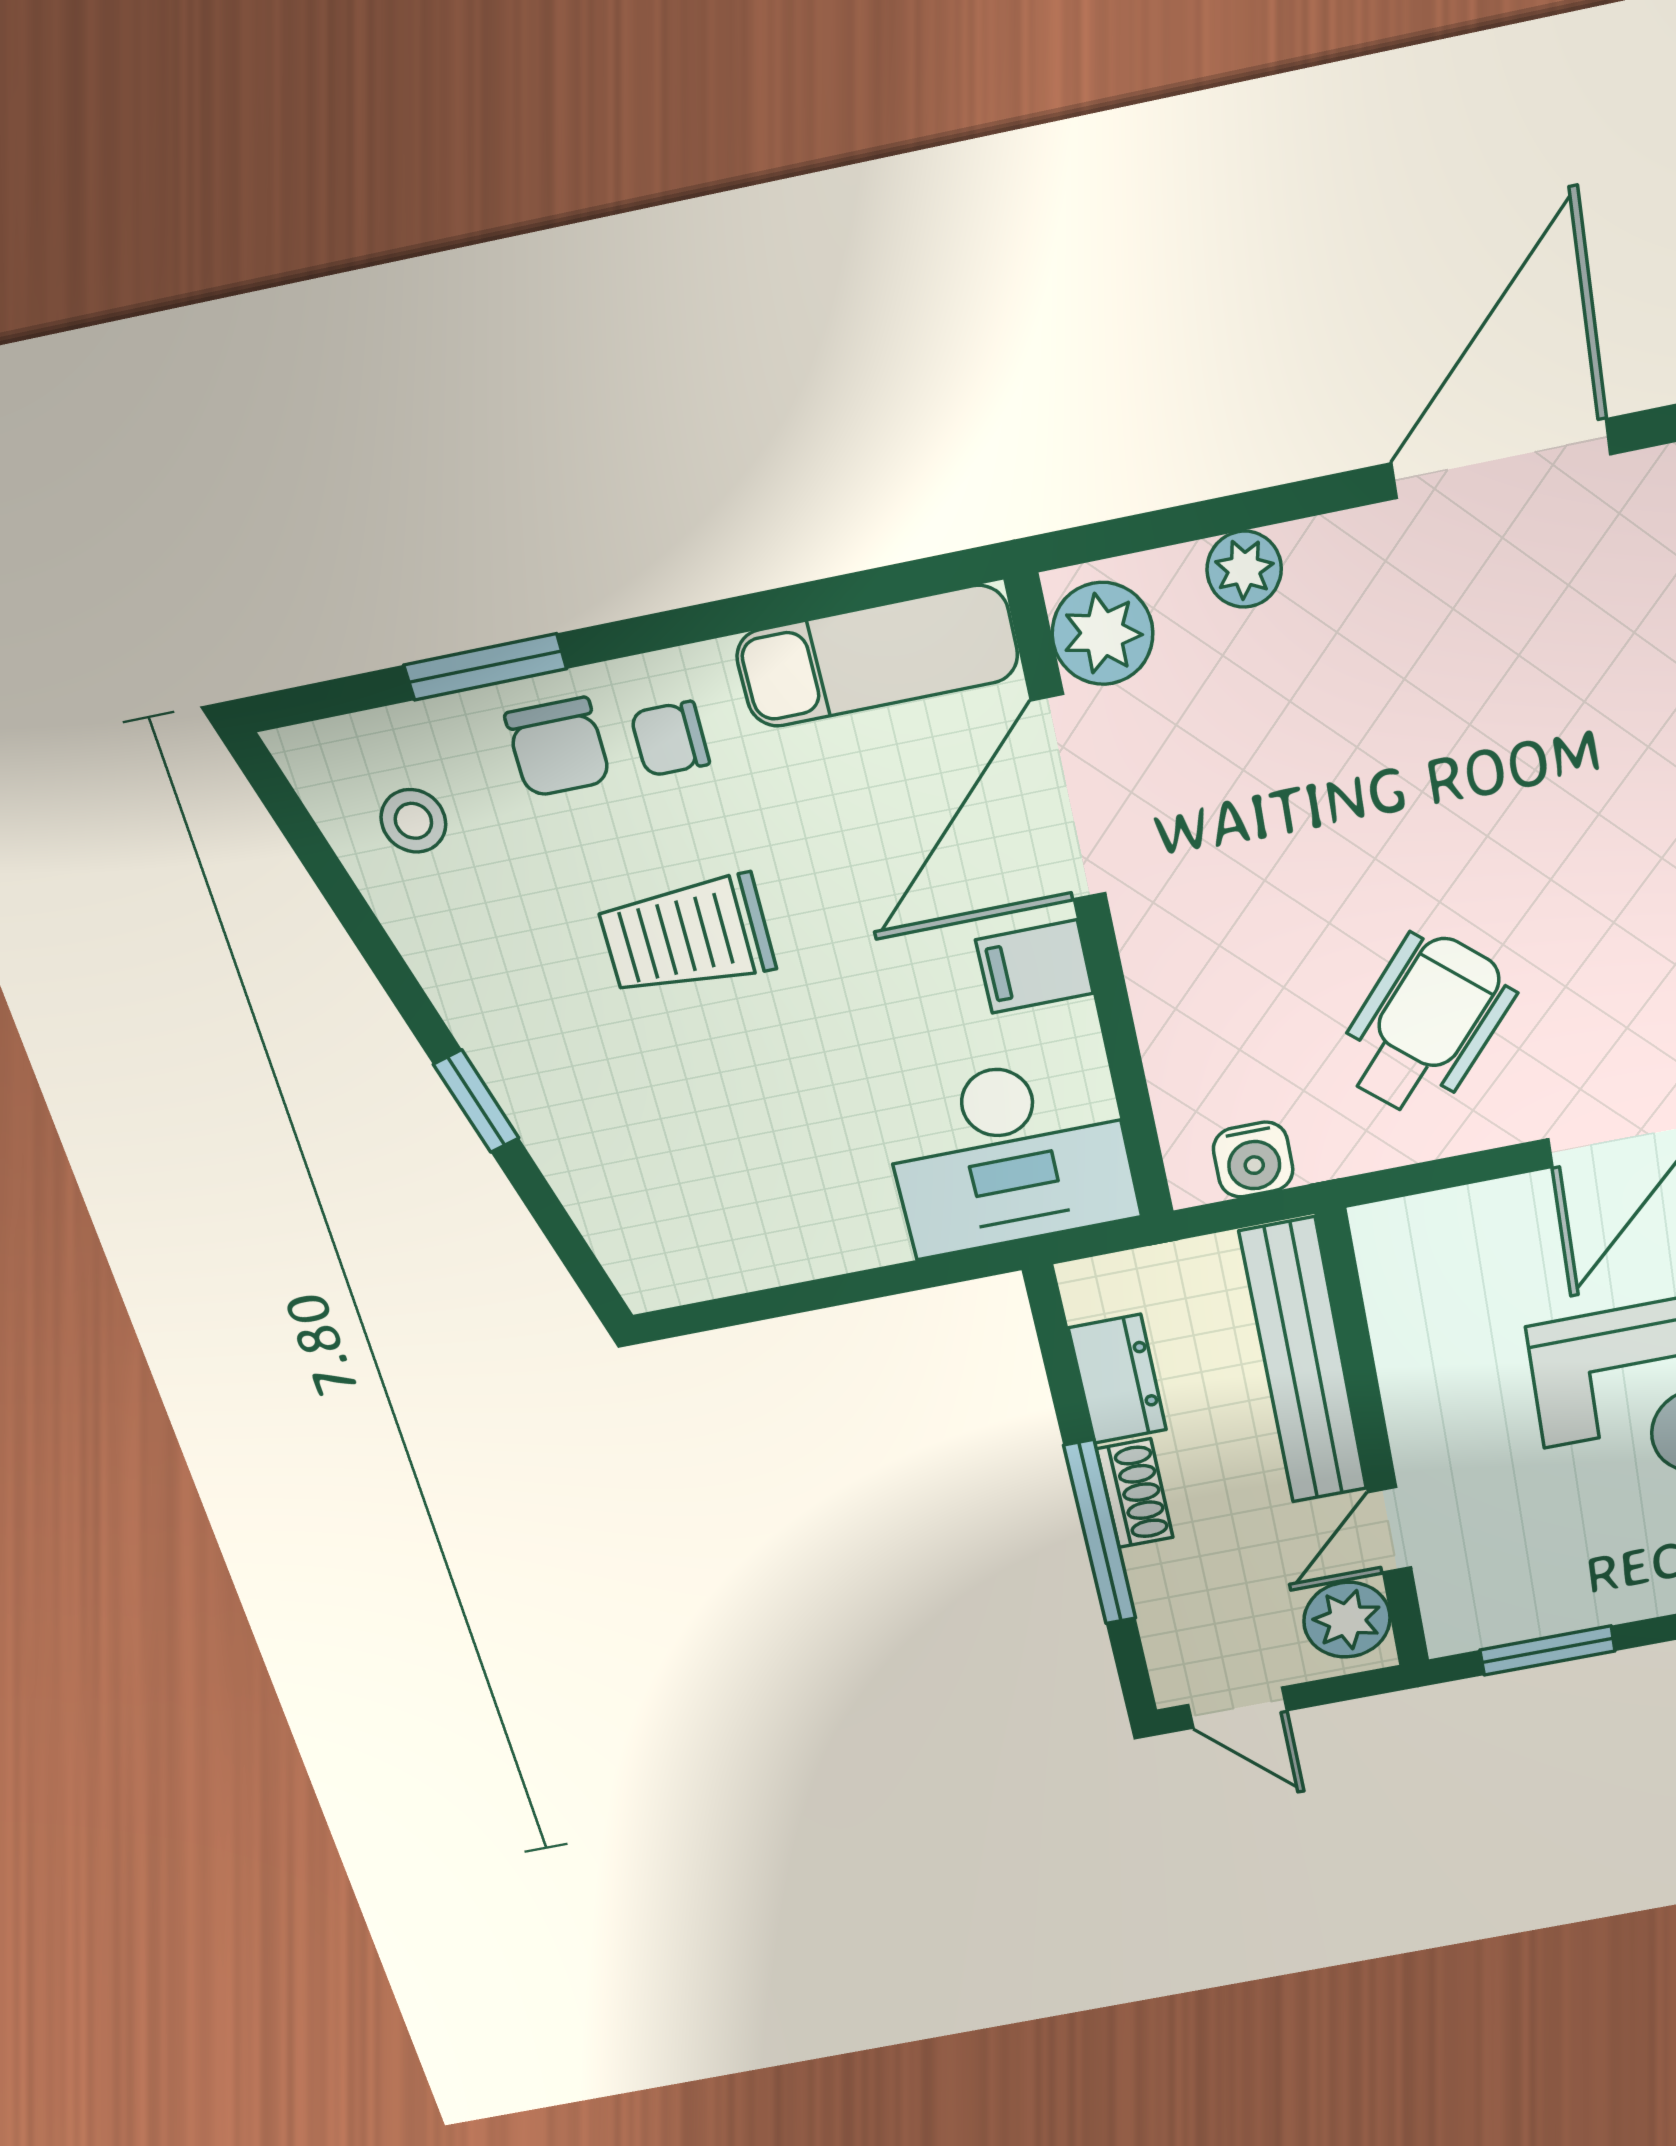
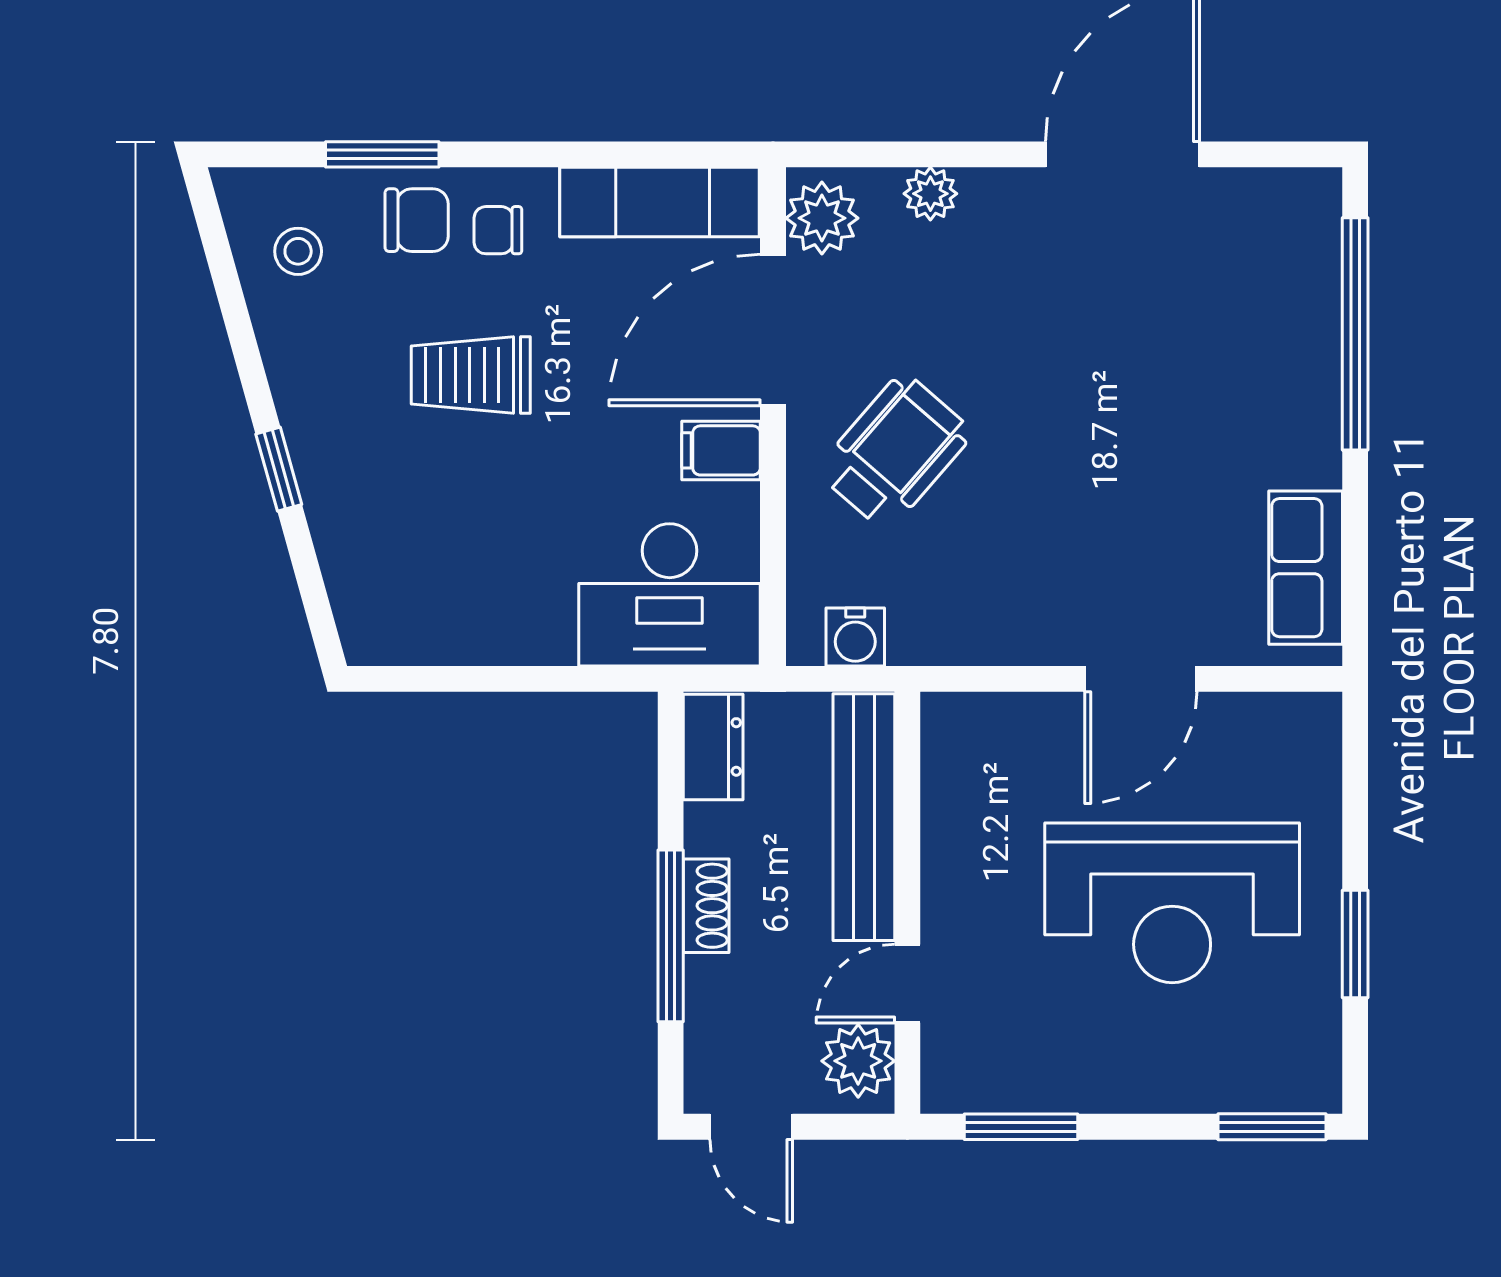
chair: (558, 747) -> (417, 220), turned -90
wheelchair: (1425, 1025) -> (895, 452), moved
dresser: (1117, 1379) -> (713, 747), moved

